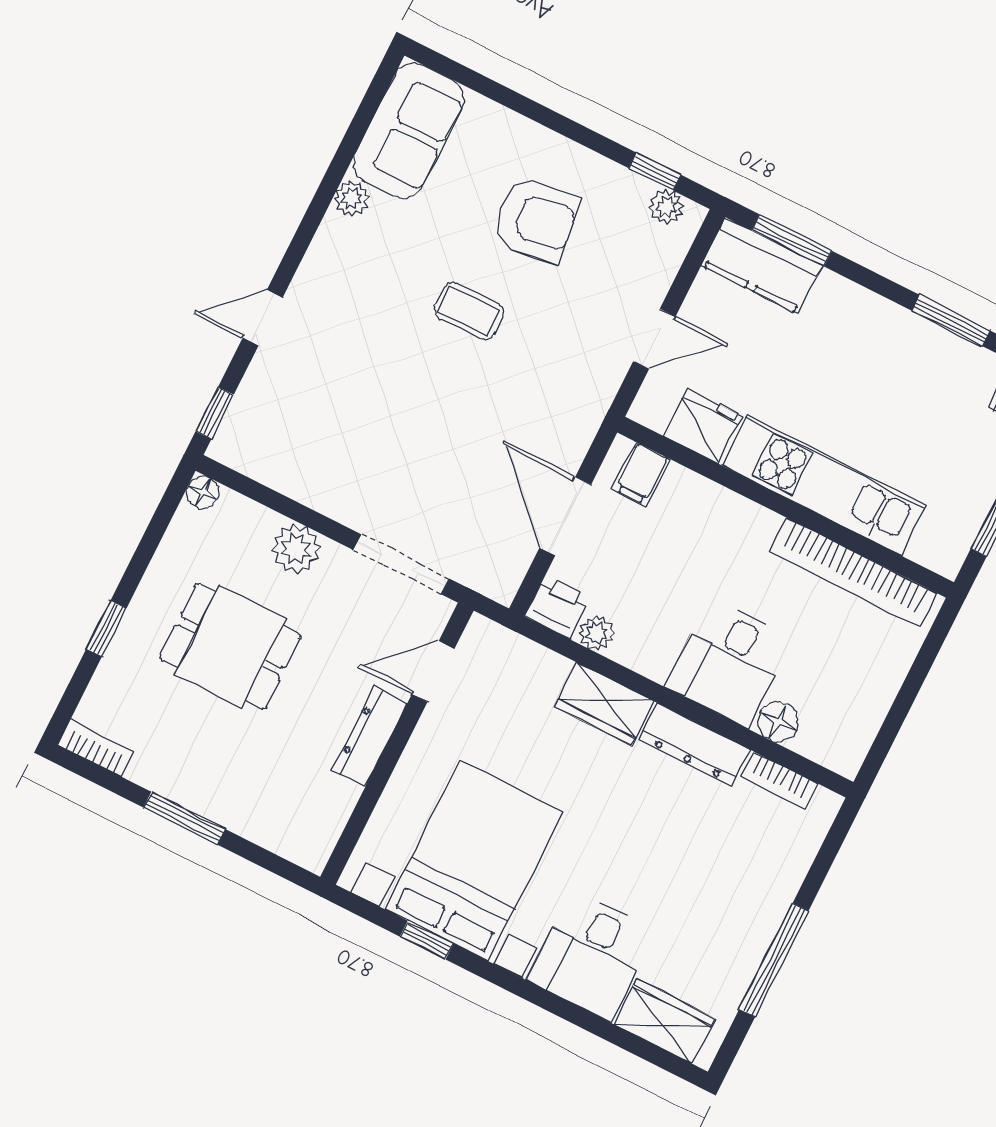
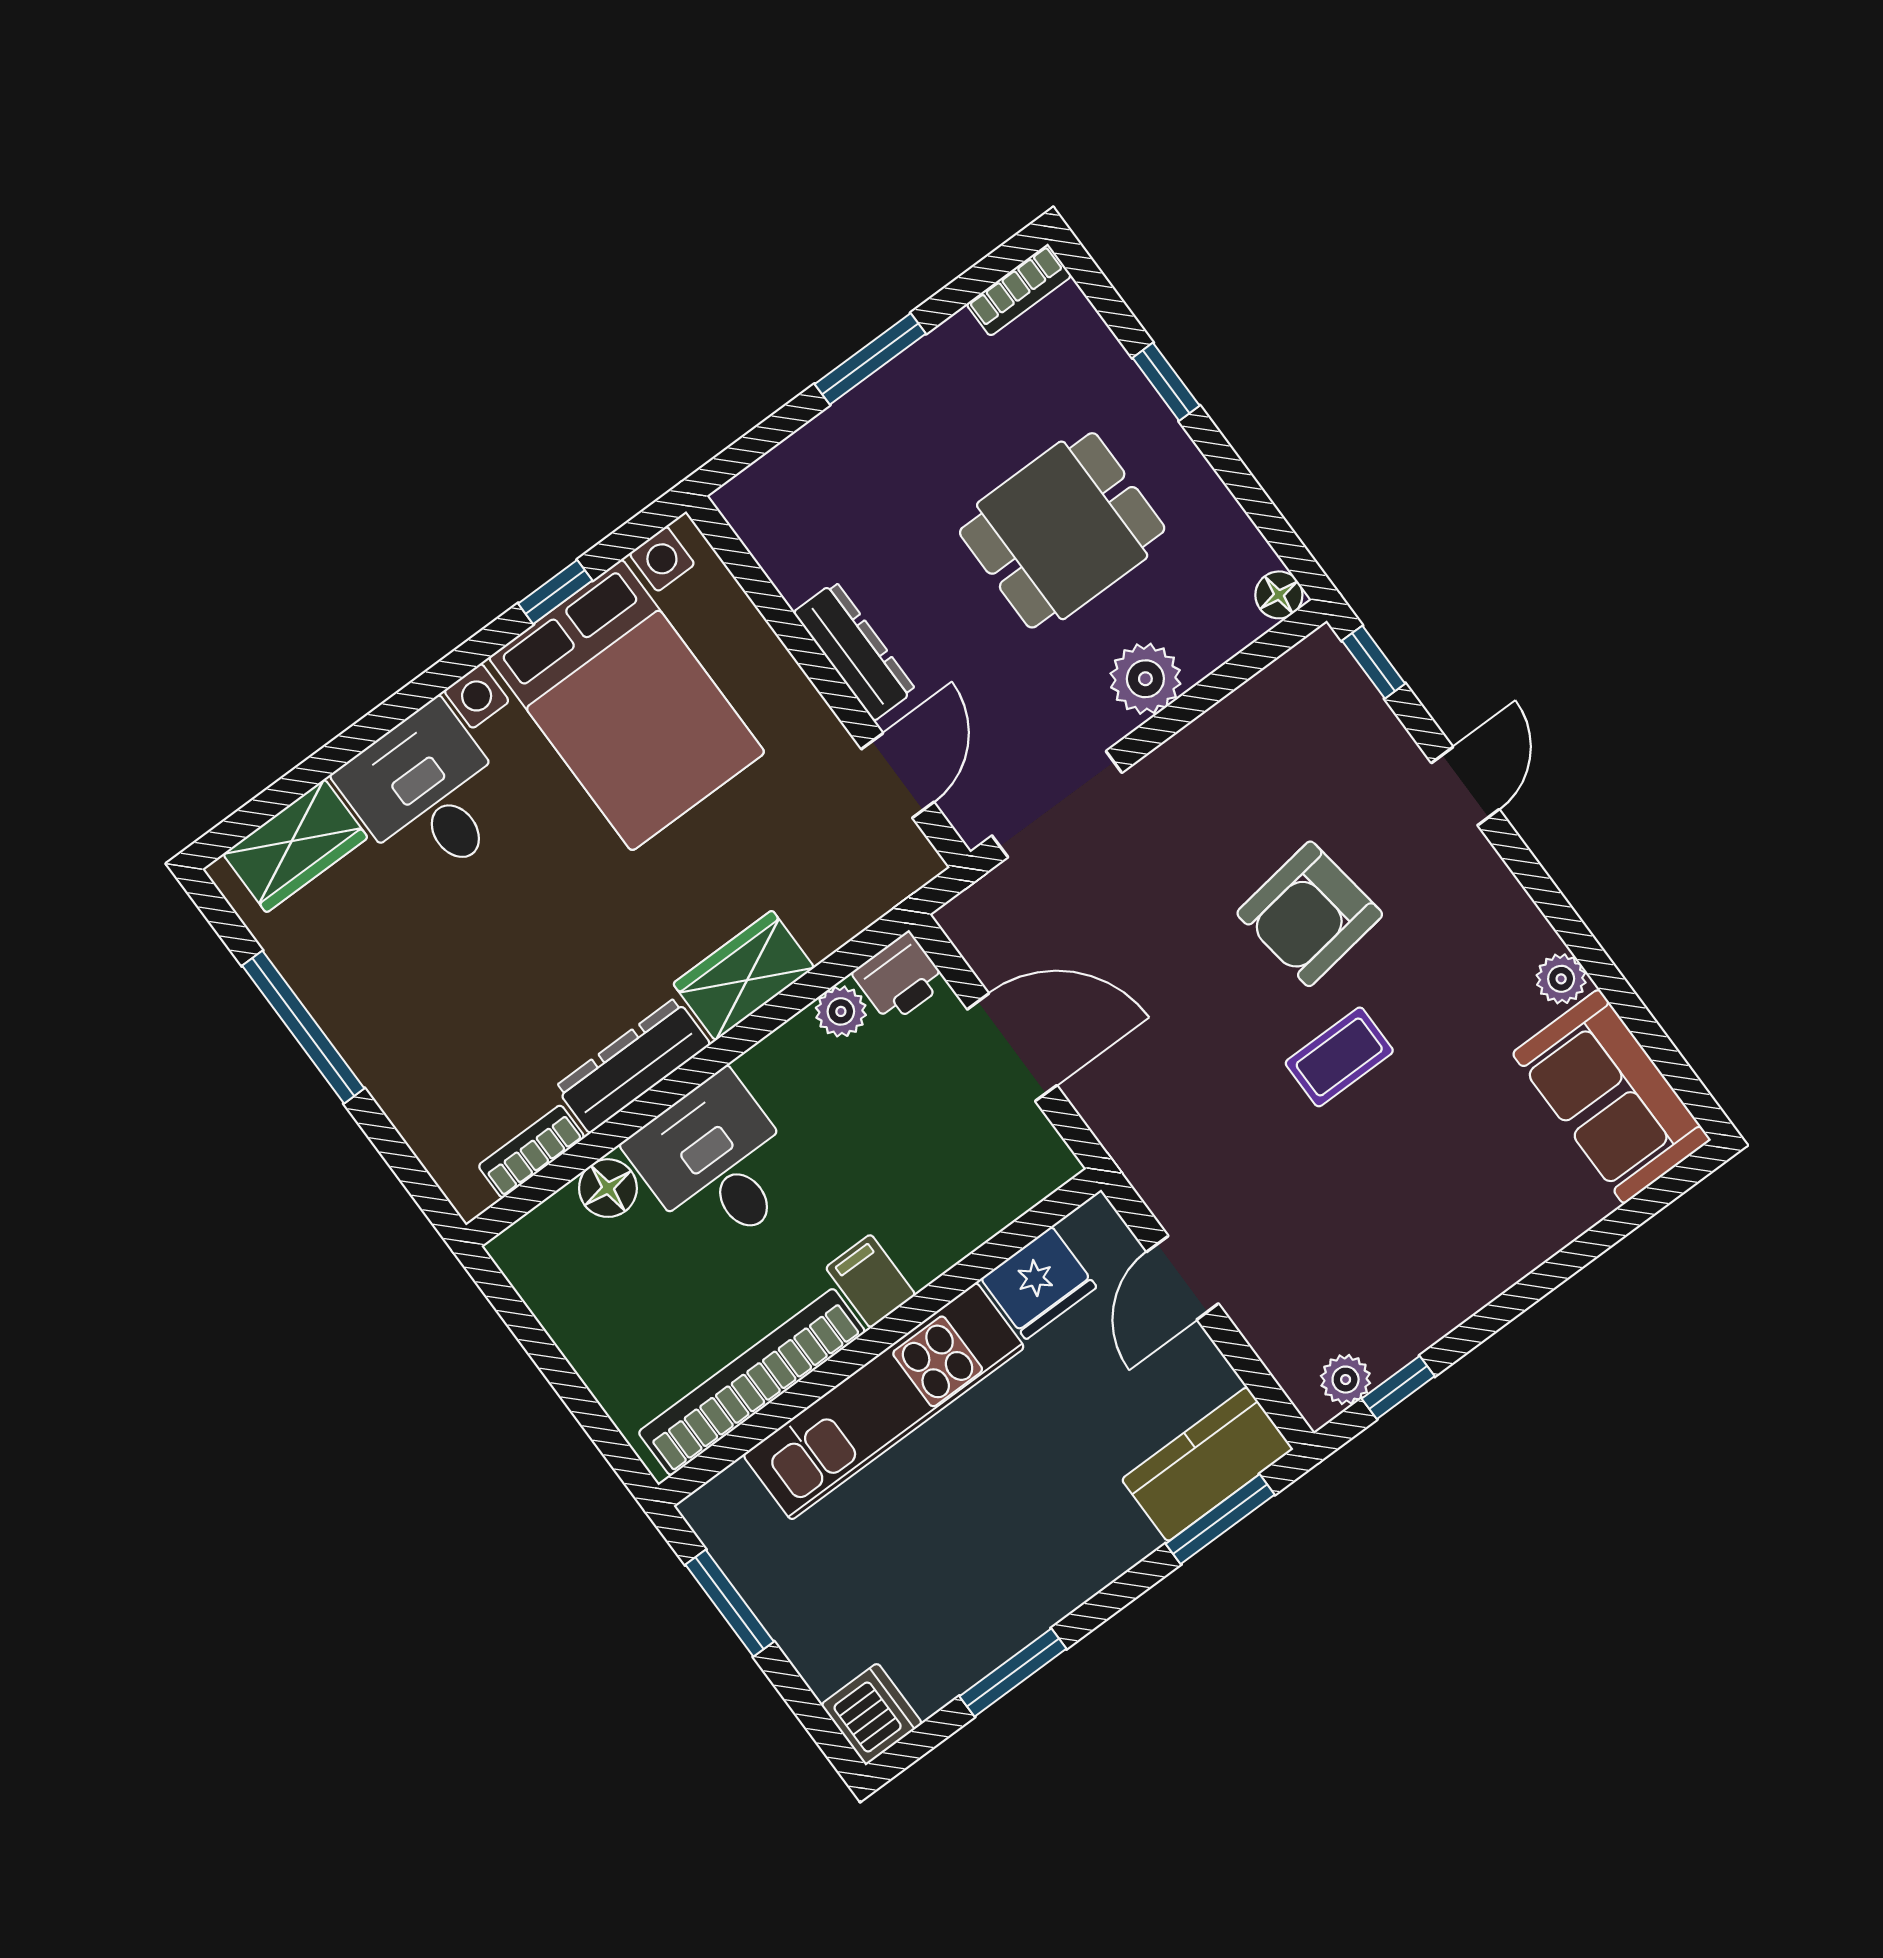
armchair: (536, 220) -> (1310, 914), moved
filing cabinet: (641, 474) -> (871, 1281), moved

